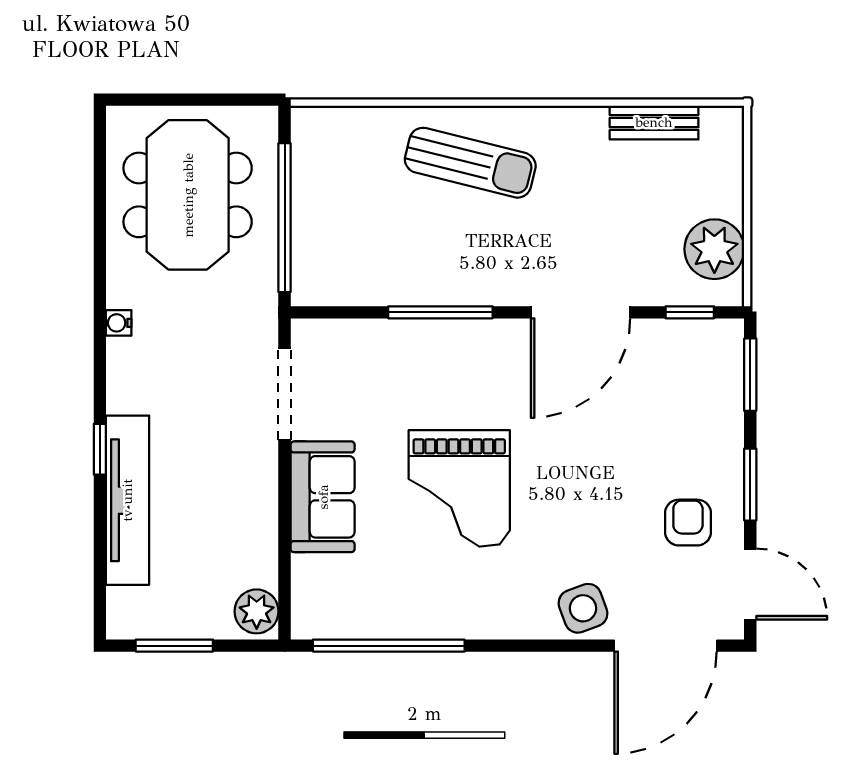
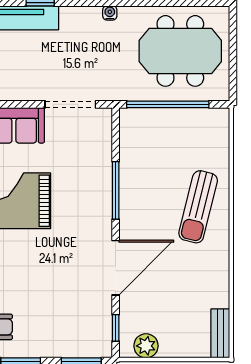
bench: (654, 122) -> (220, 333), moved
plant: (714, 249) -> (146, 346), width x0.73, depth x0.73
door: (581, 312) -> (116, 268), swing flipped

